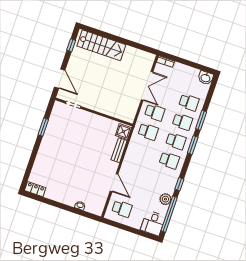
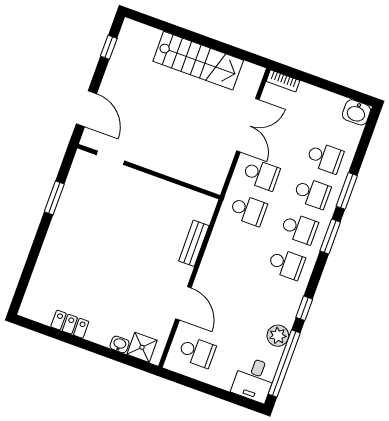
stairs: (101, 45) -> (198, 61), moved
shower: (123, 132) -> (142, 347), moved
locker: (35, 189) -> (70, 324), moved

